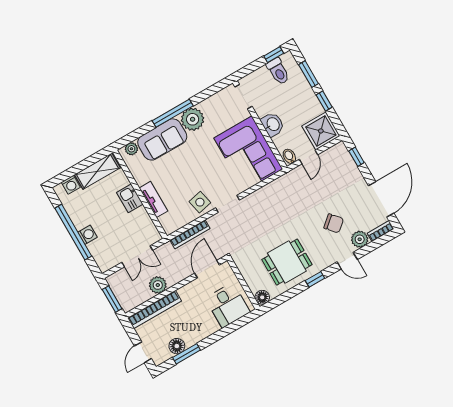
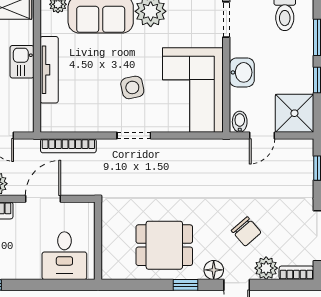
tv unit: (153, 199) -> (49, 70), width x1.41
side table: (200, 202) -> (132, 87), moved
door: (207, 269) -> (43, 199), moved
floor lamp: (262, 297) -> (214, 270), moved

